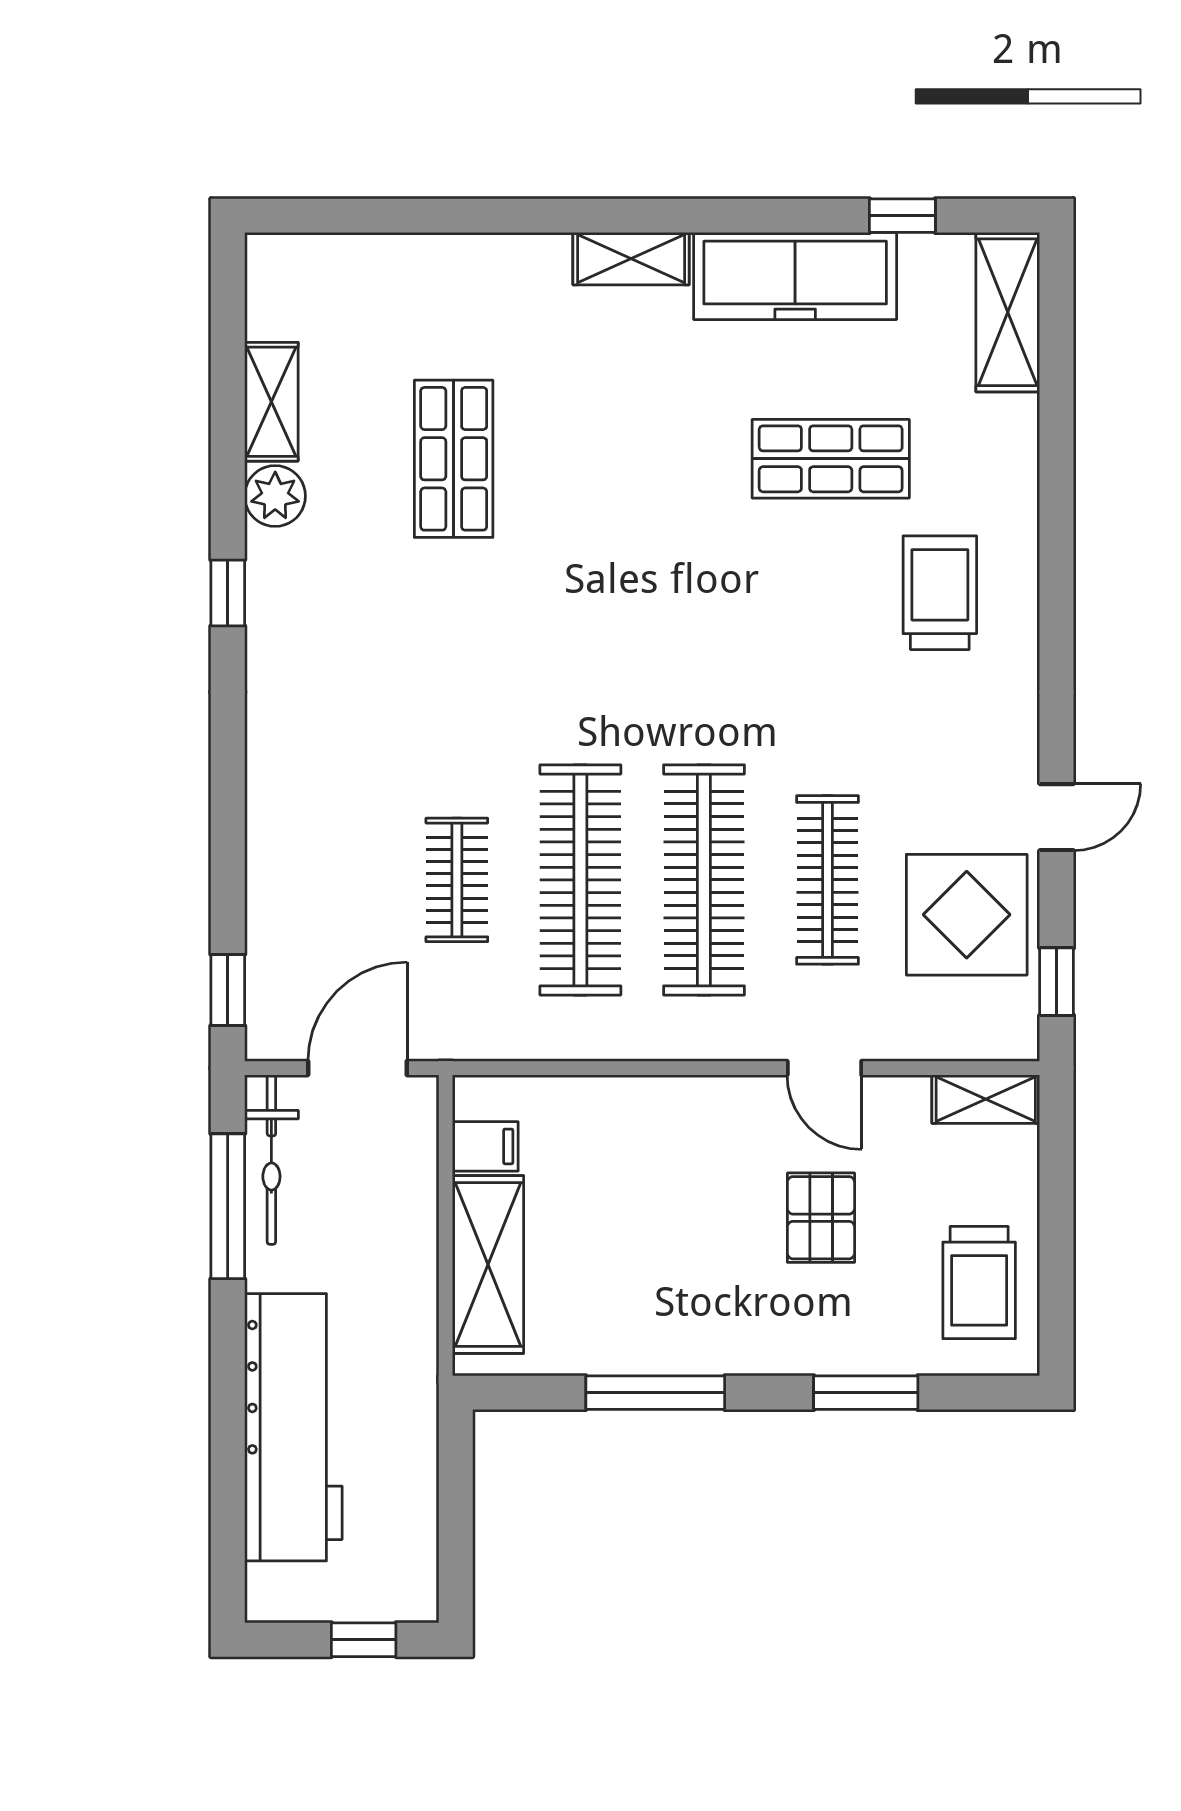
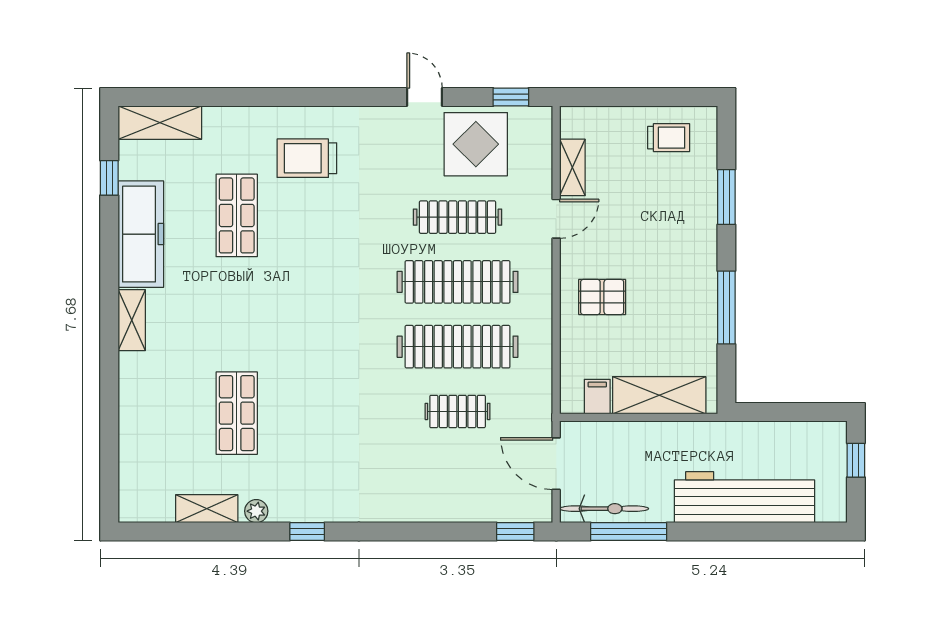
shop shelf: (454, 459) -> (237, 413), turned 90
plant: (275, 496) -> (256, 511), width x0.73, depth x0.73
shelving: (986, 1099) -> (572, 167), moved
pallet: (821, 1218) -> (602, 297), moved
trolley: (979, 1283) -> (669, 138), width x0.73, depth x0.72

